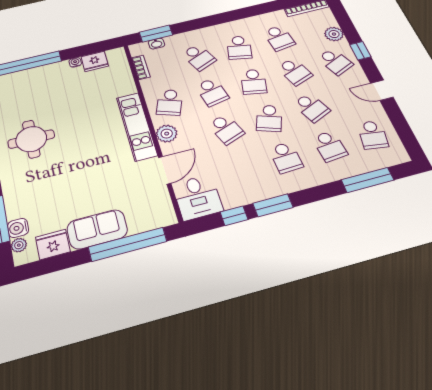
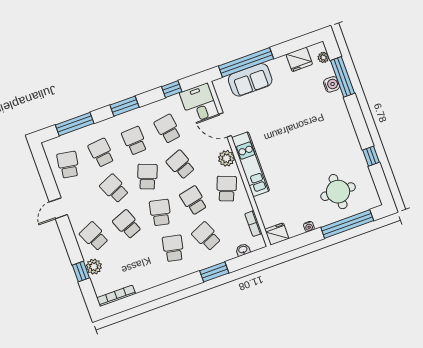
window: (156, 34) -> (214, 272), moved
school desk: (279, 38) -> (168, 129), moved
window: (360, 51) -> (81, 271), moved
fridge: (95, 61) -> (277, 234), moved
door: (382, 90) -> (58, 208), swing flipped
round table: (31, 139) -> (338, 192), moved
door: (165, 170) -> (225, 125), hinge flipped
window: (273, 205) -> (125, 106), moved
water cooler: (18, 228) -> (331, 84), moved
sofa: (97, 229) -> (250, 80), moved

